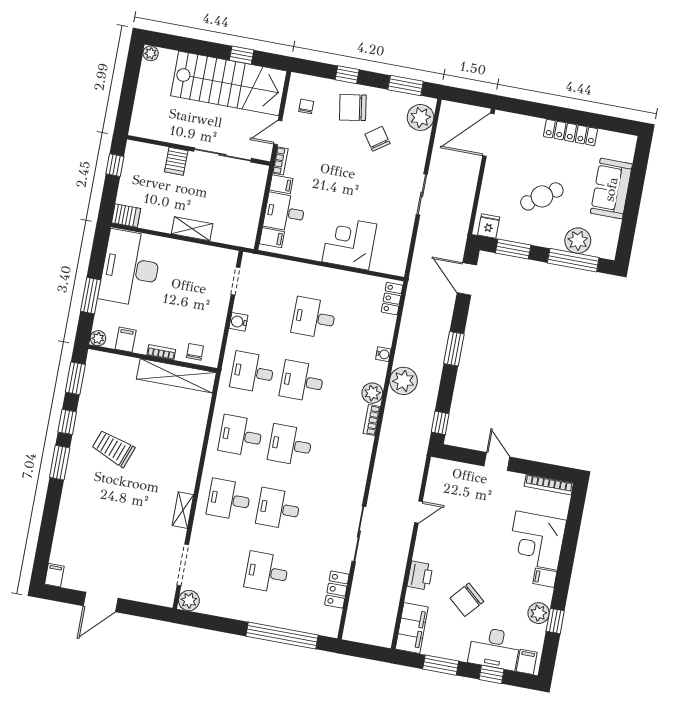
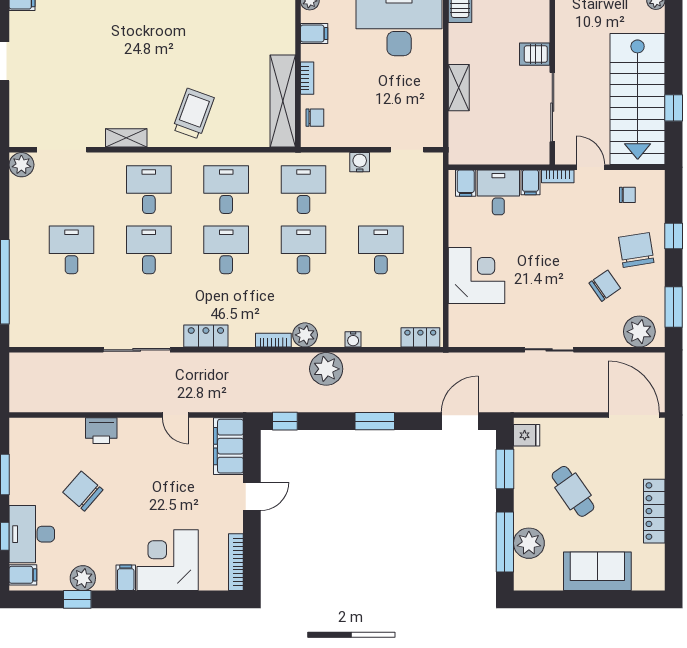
trolley: (113, 448) -> (193, 114), moved
locker: (337, 590) -> (206, 336), moved
filing cabinet: (412, 628) -> (228, 446), moved, turned 90

